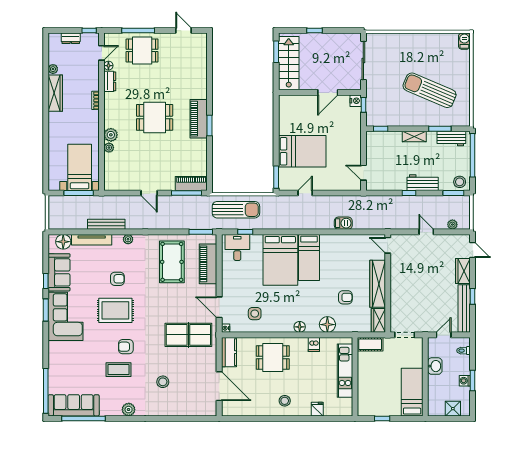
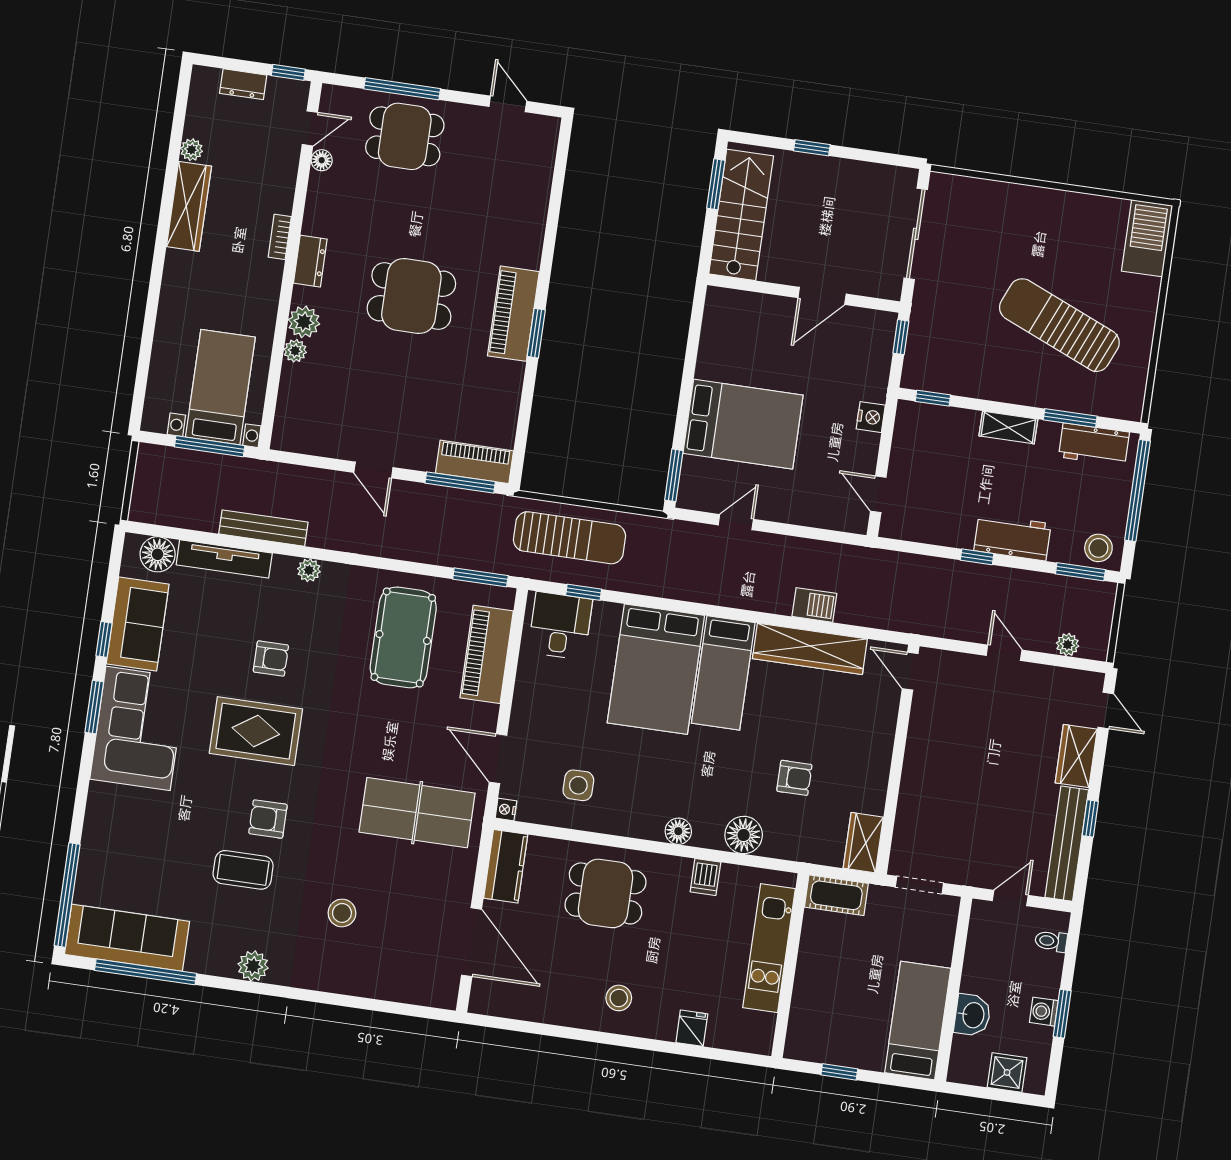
barbecue: (464, 41) -> (1147, 238), width x1.88, depth x1.53
dresser: (110, 81) -> (310, 261), moved
nightstand: (356, 101) -> (871, 417), moved
wardrobe: (378, 284) -> (810, 649), moved, turned -90
washbasin: (435, 366) -> (972, 1015), moved

